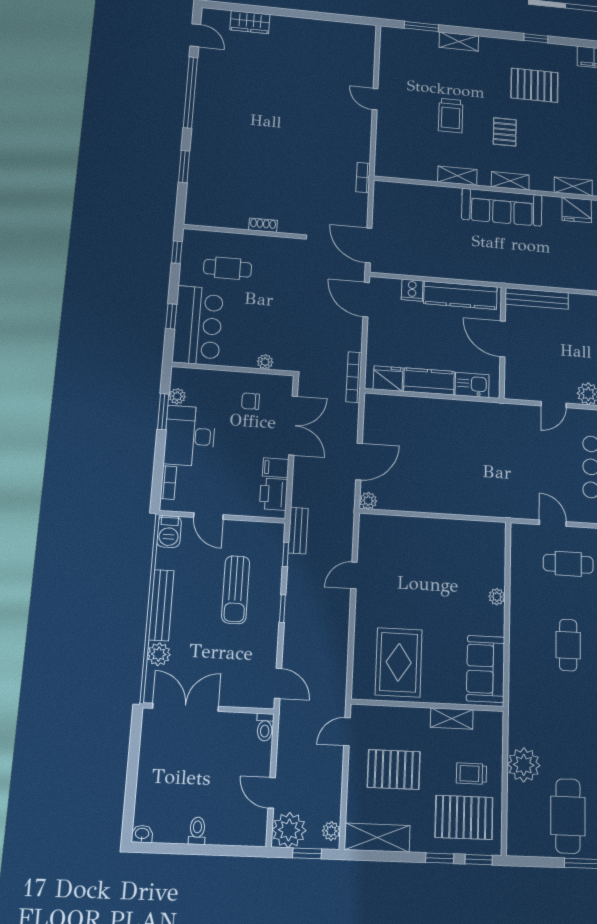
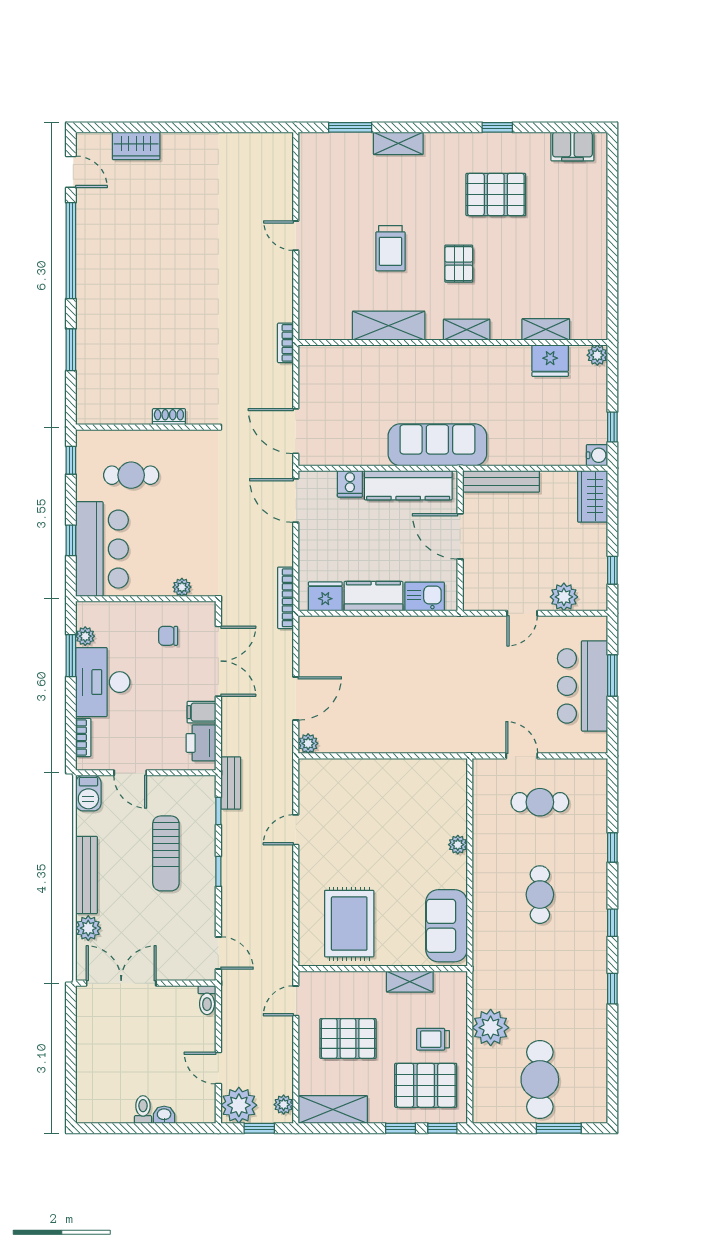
shelving: (457, 176) -> (389, 326), width x1.50, depth x1.33
sofa: (502, 207) -> (437, 445), moved, turned 180
washbasin: (142, 834) -> (164, 1115), moved

